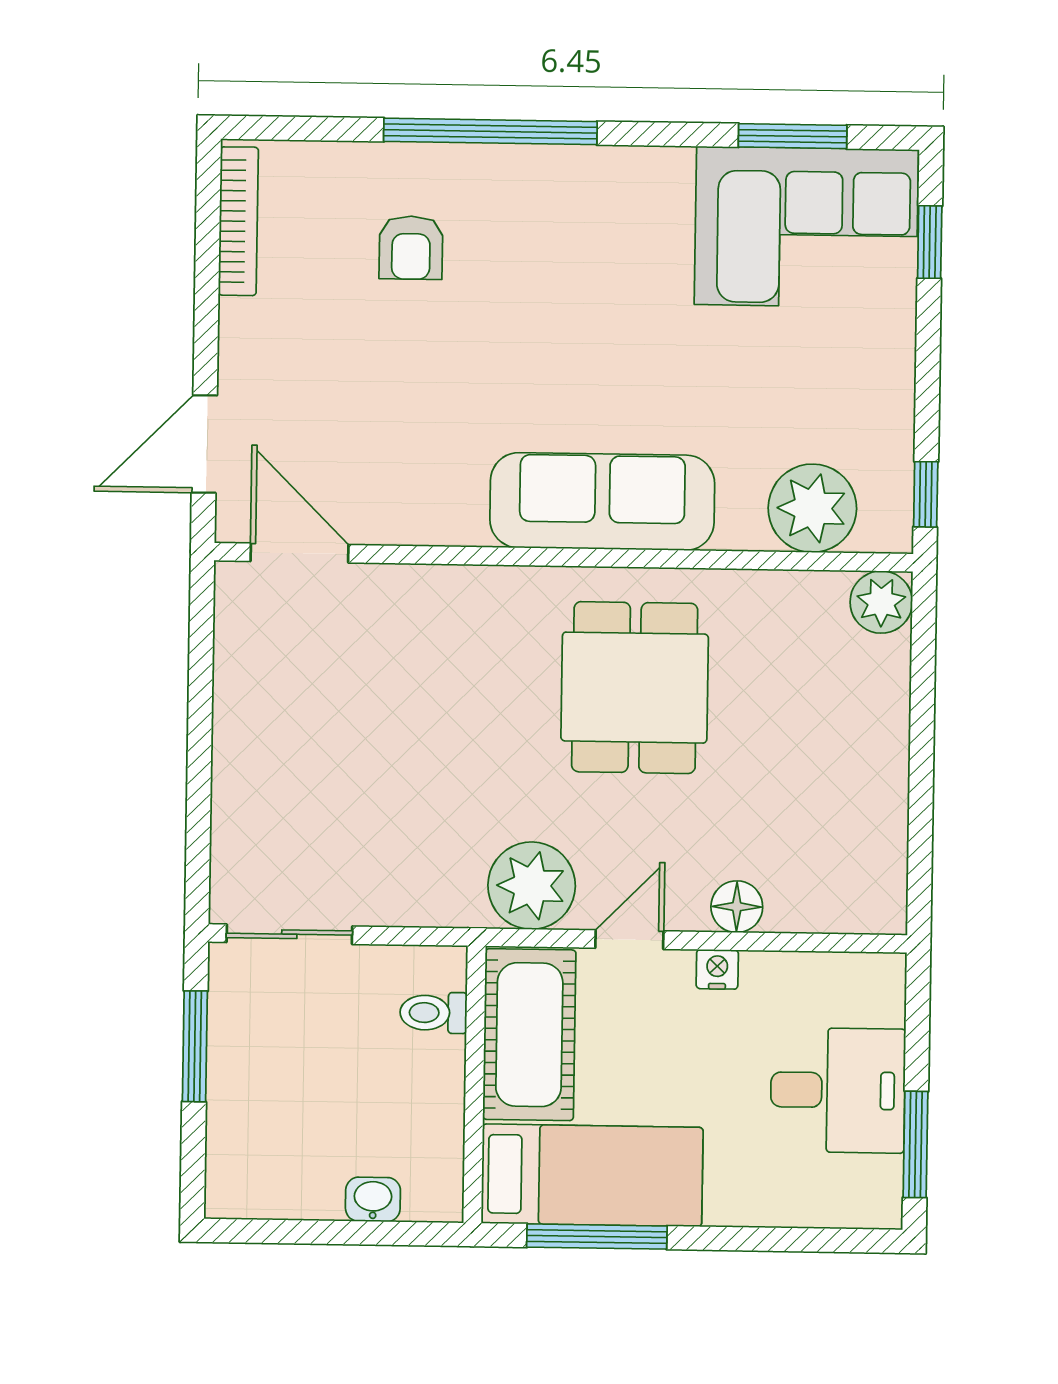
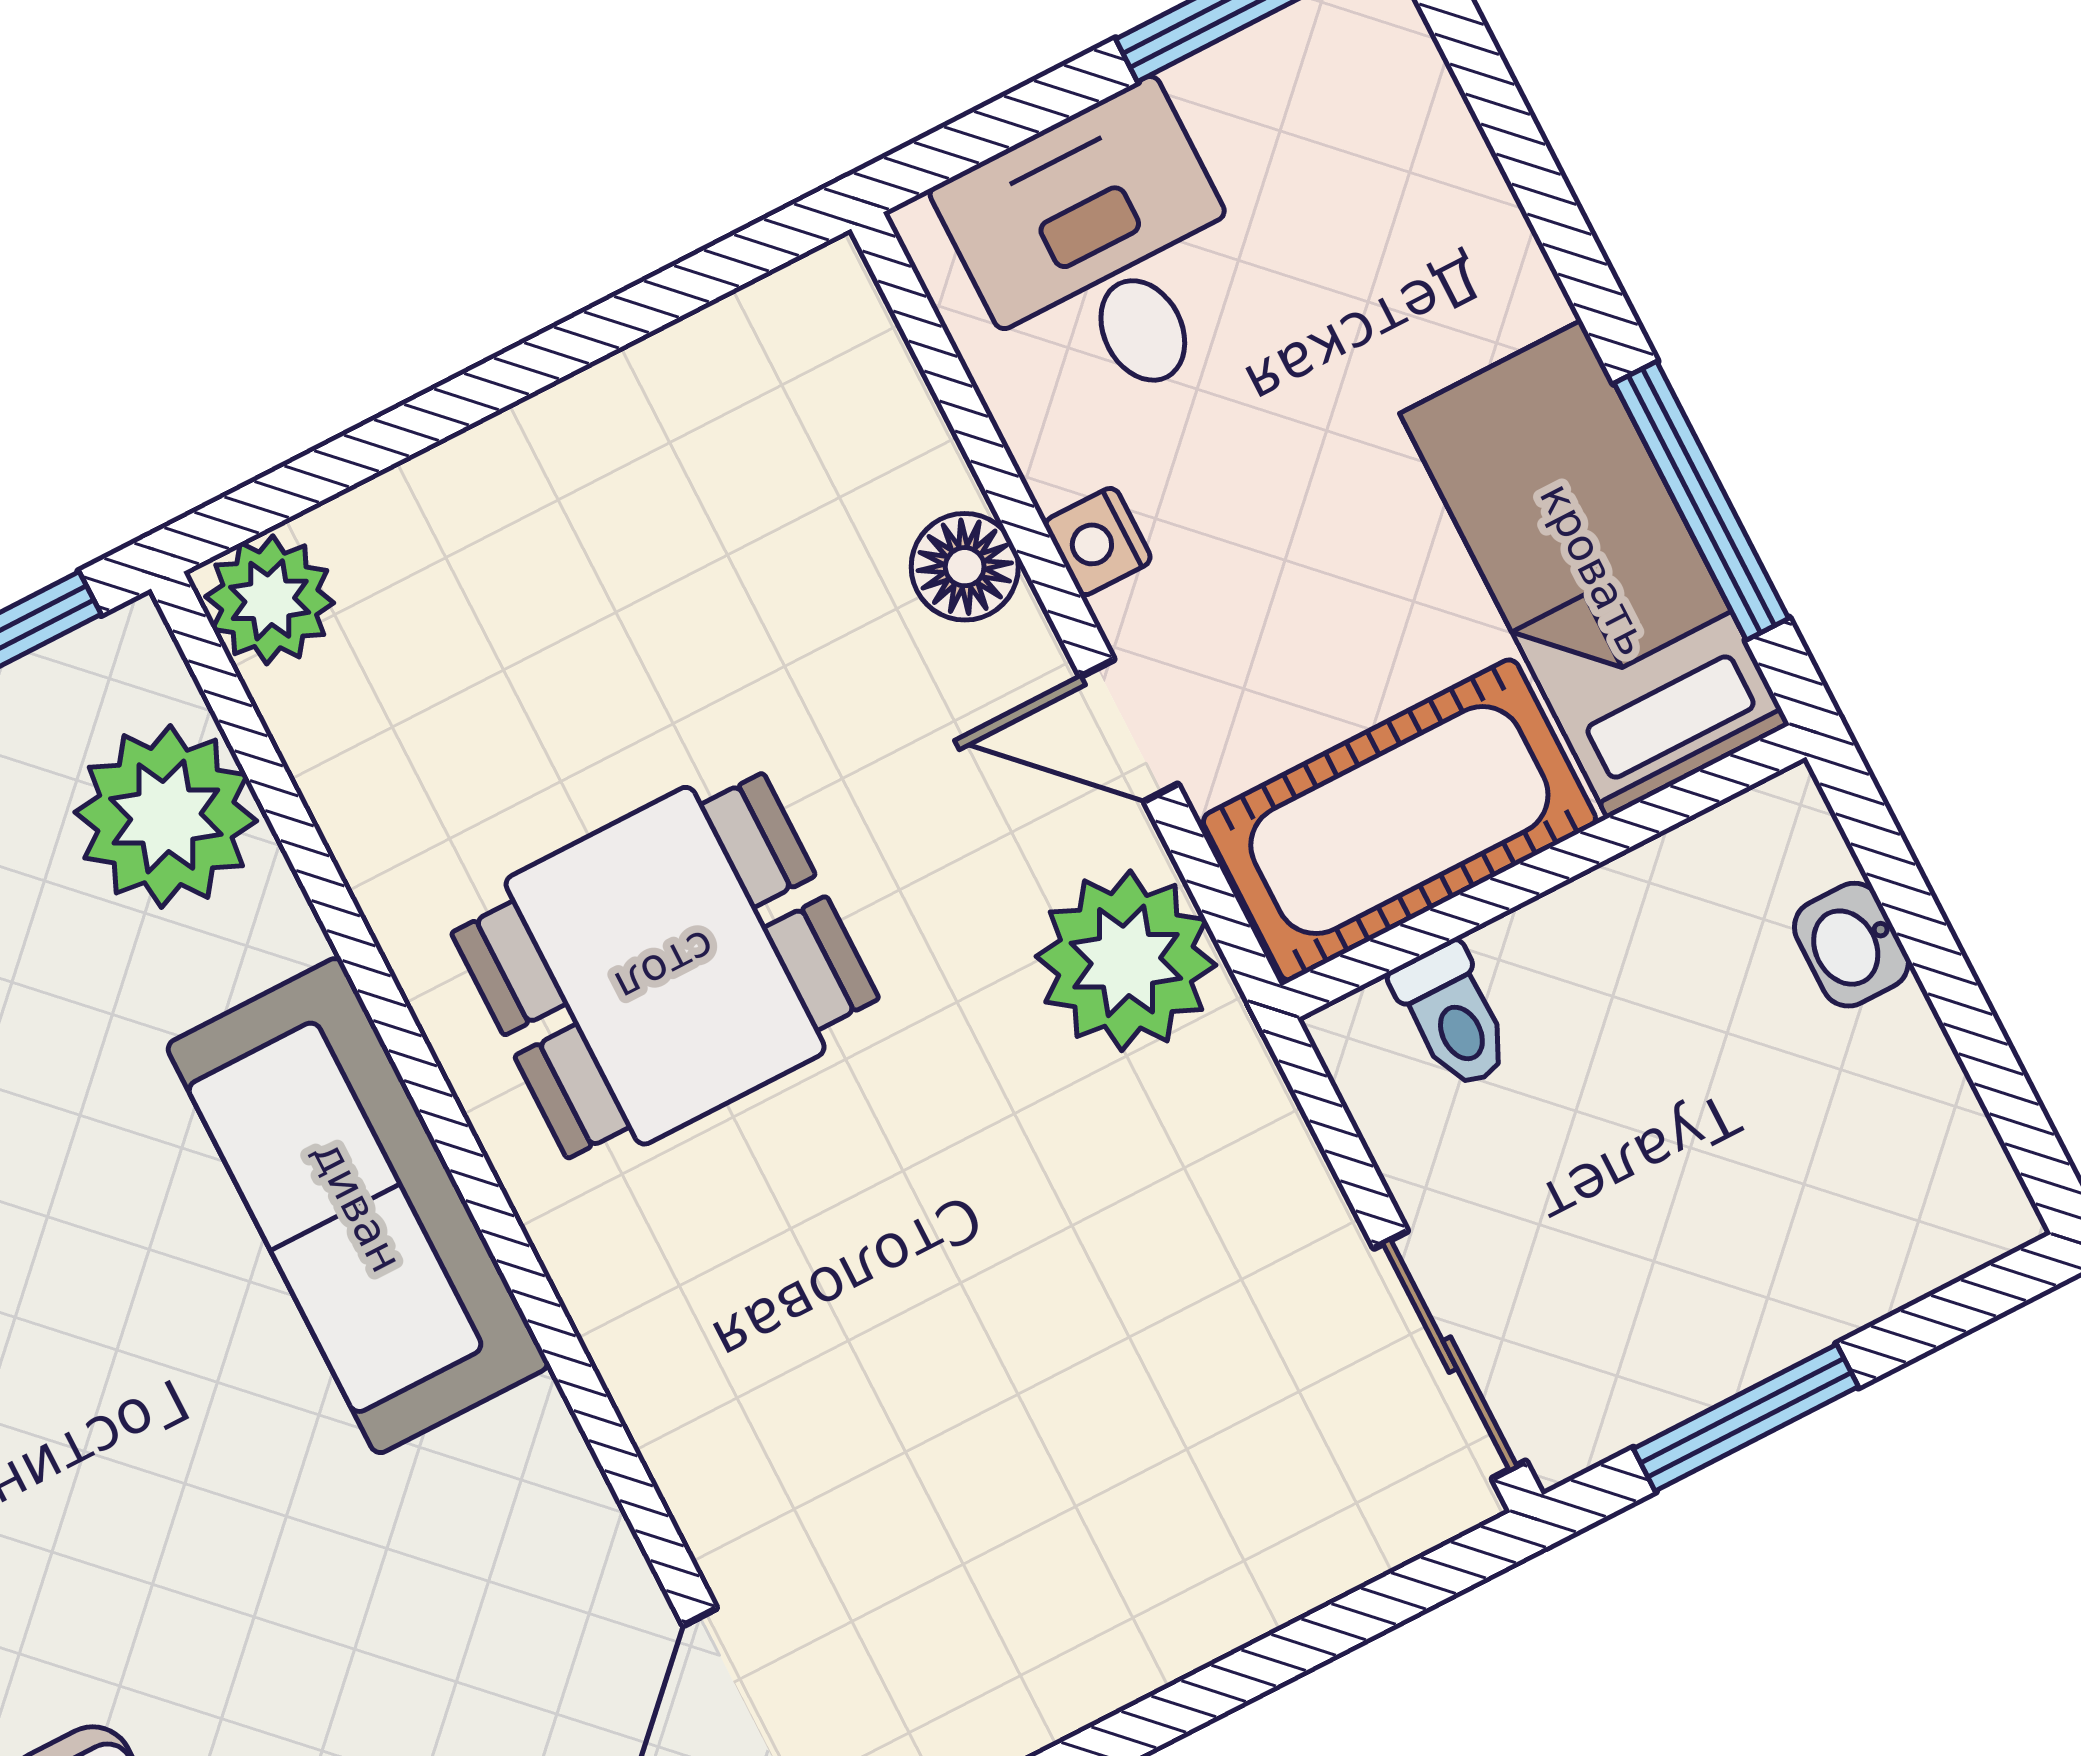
desk: (838, 1090) -> (1104, 254), moved

